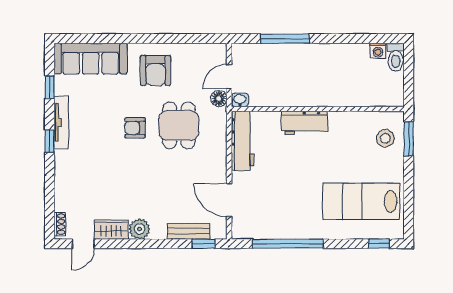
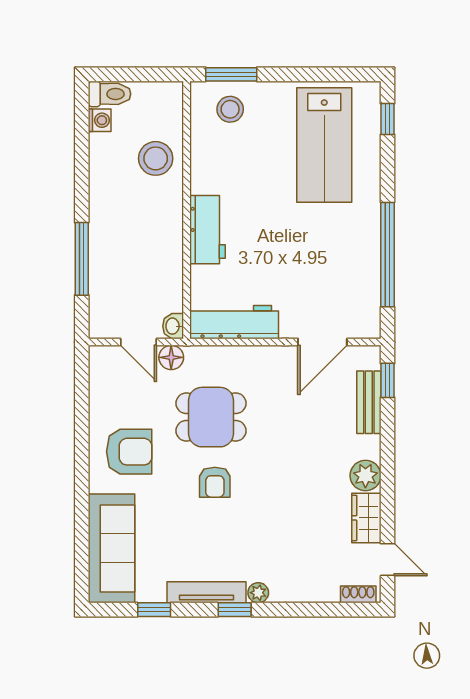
stool: (352, 88) -> (156, 158), added
plant: (61, 157) -> (258, 593), added

